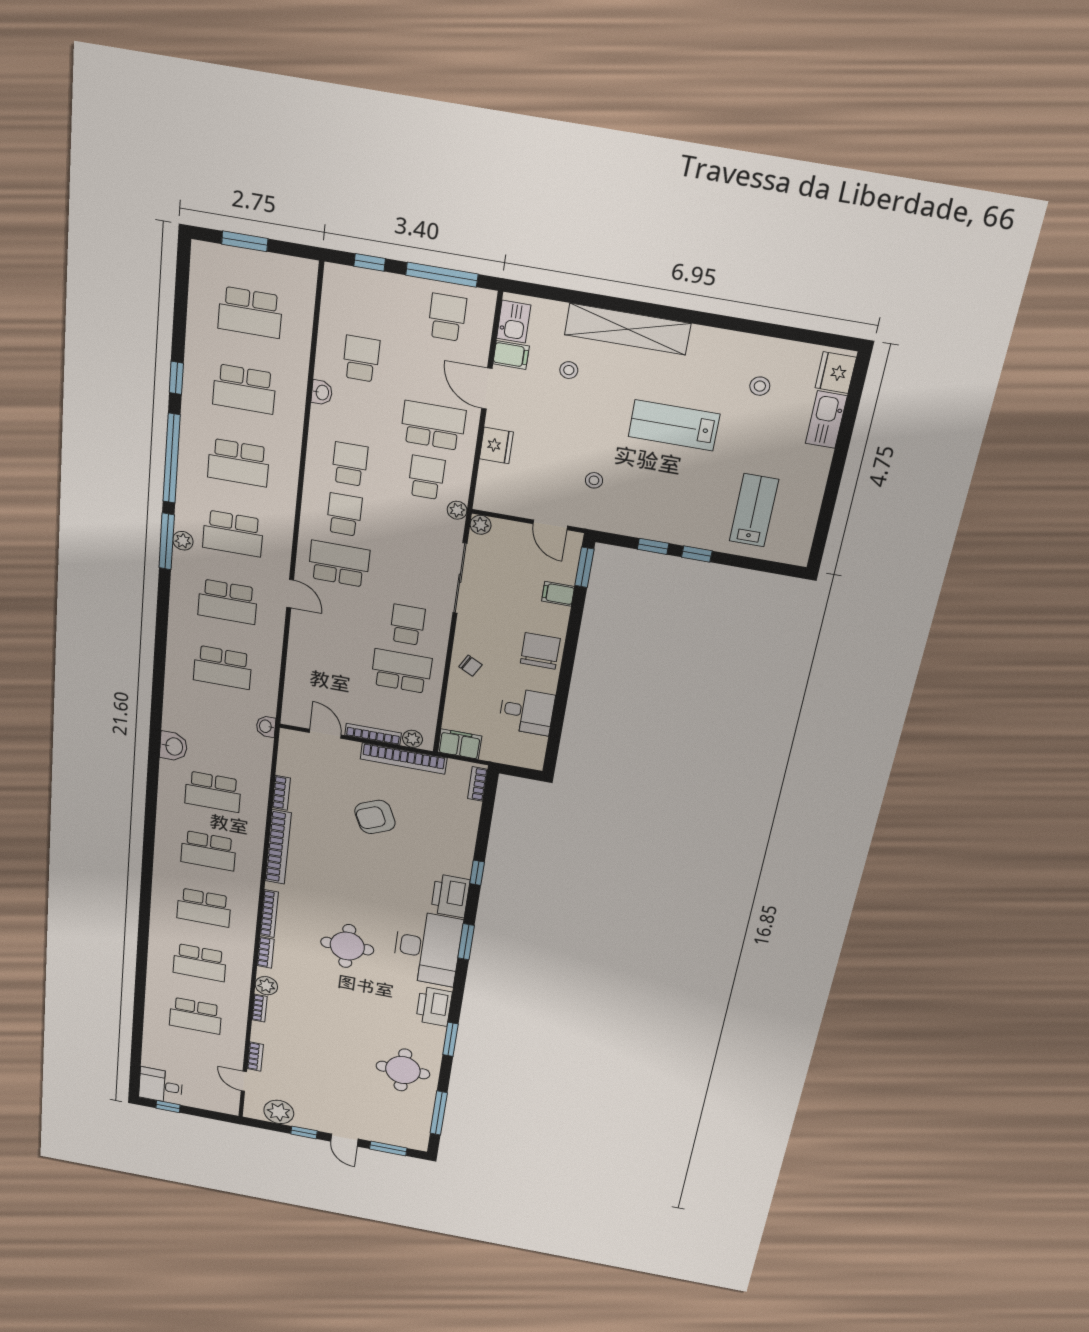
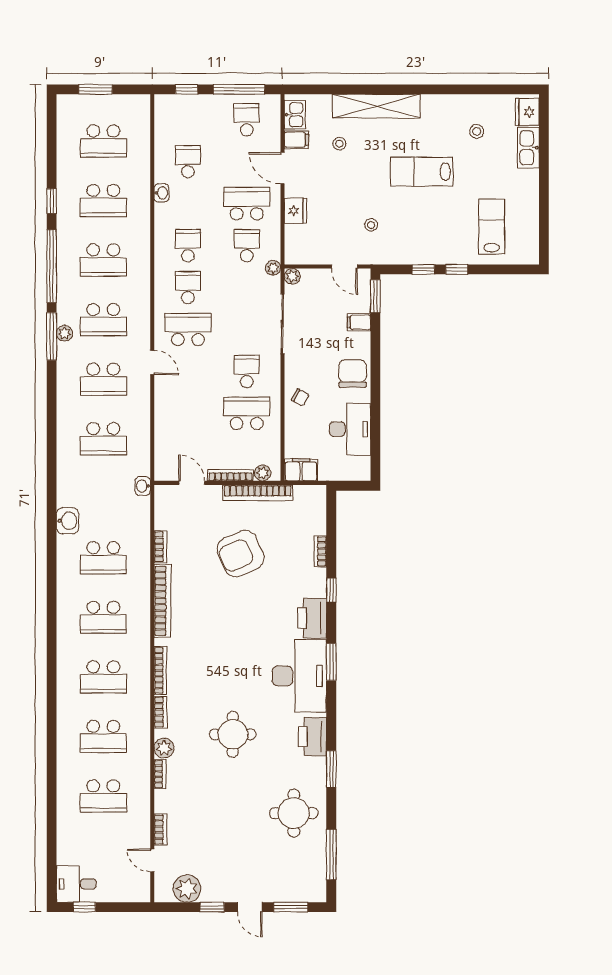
desk: (527, 711) -> (350, 429), width x1.37
bookcase: (478, 784) -> (320, 551), moved
armchair: (375, 817) -> (240, 554), width x1.36, depth x1.36
round table: (347, 946) -> (233, 734), moved

